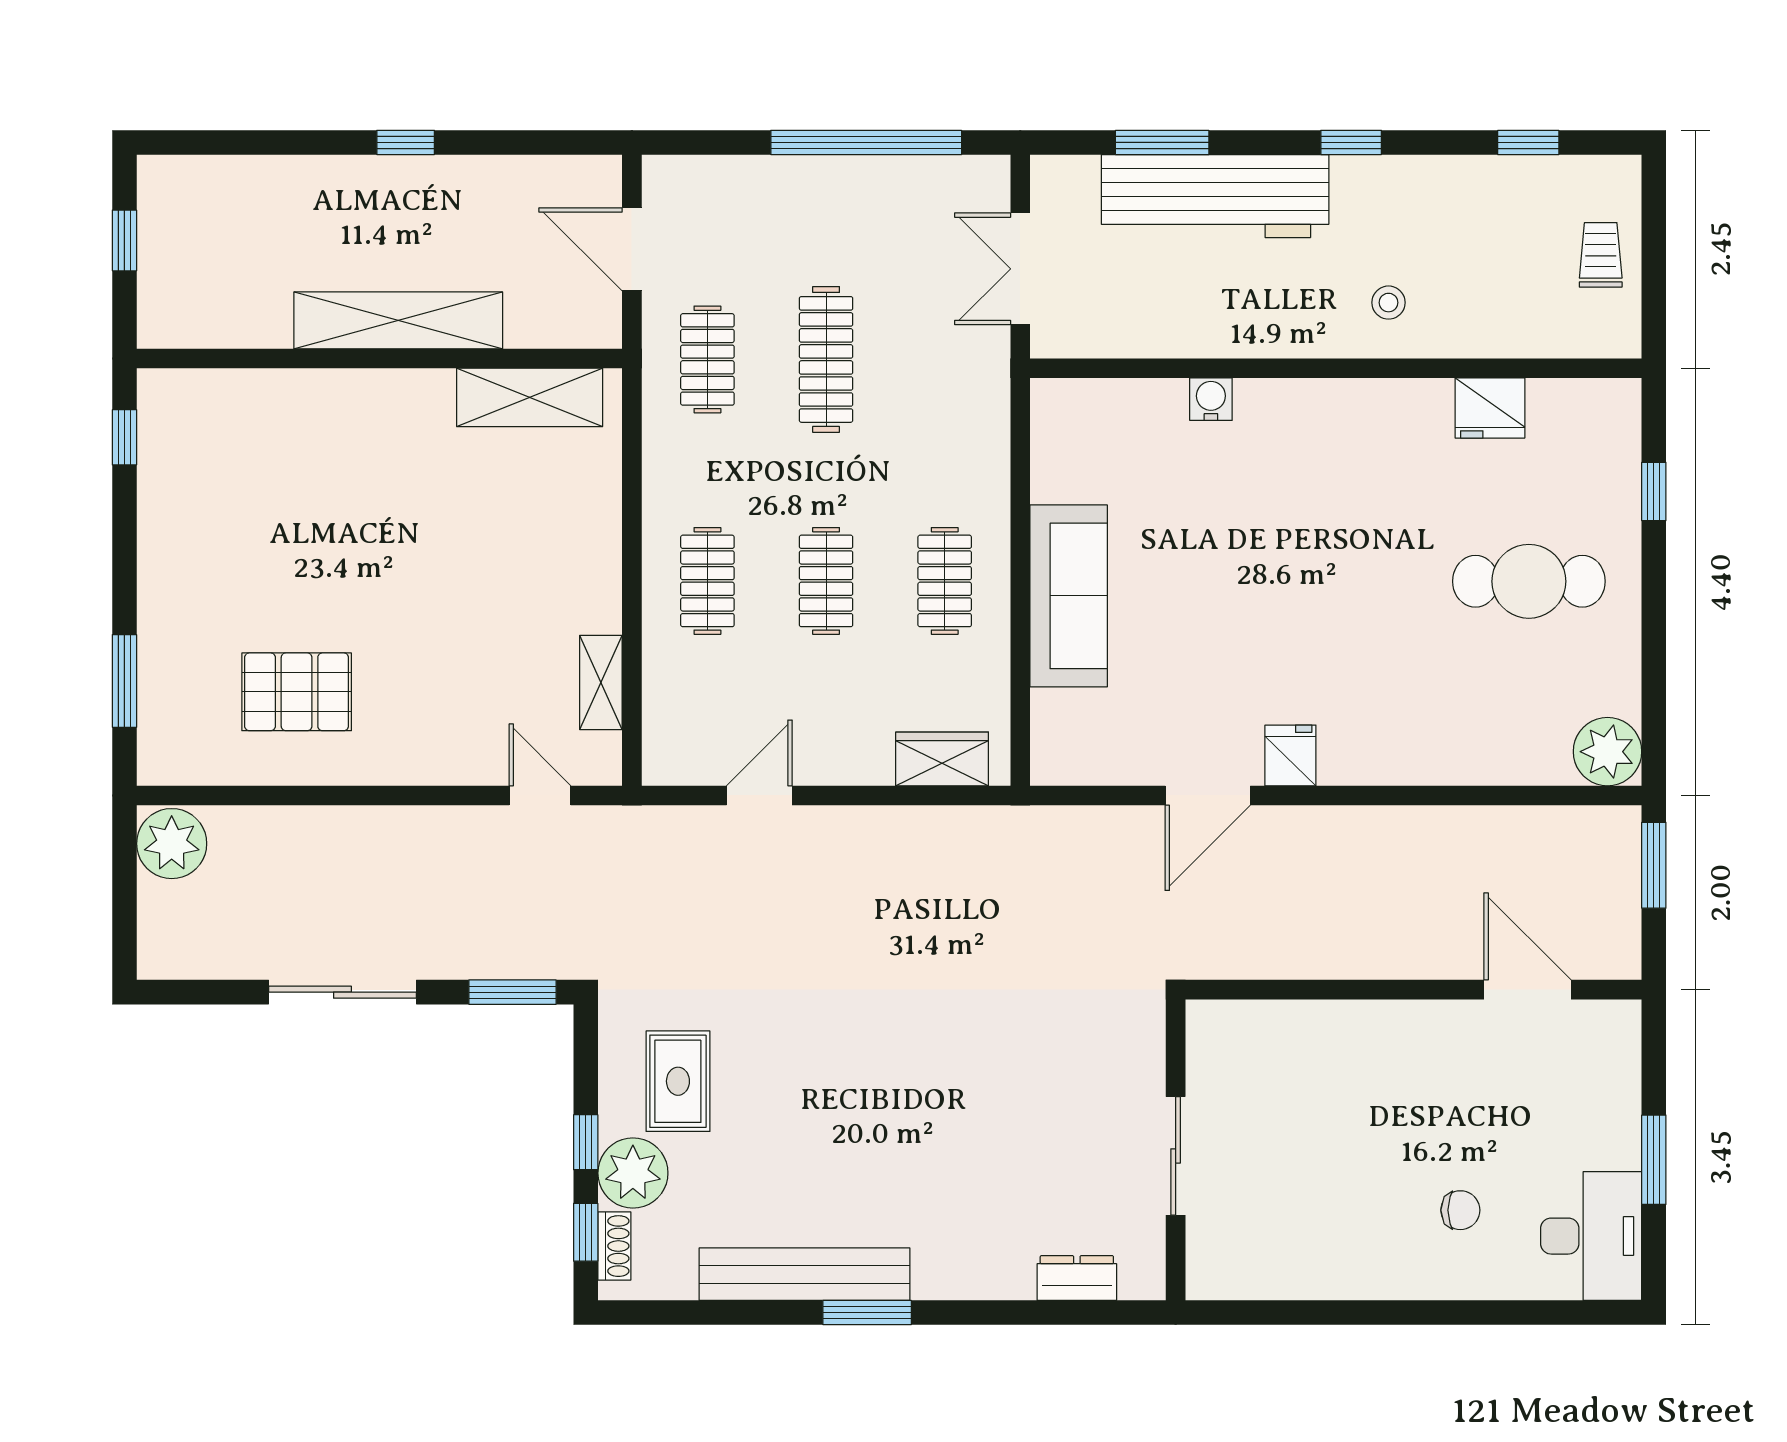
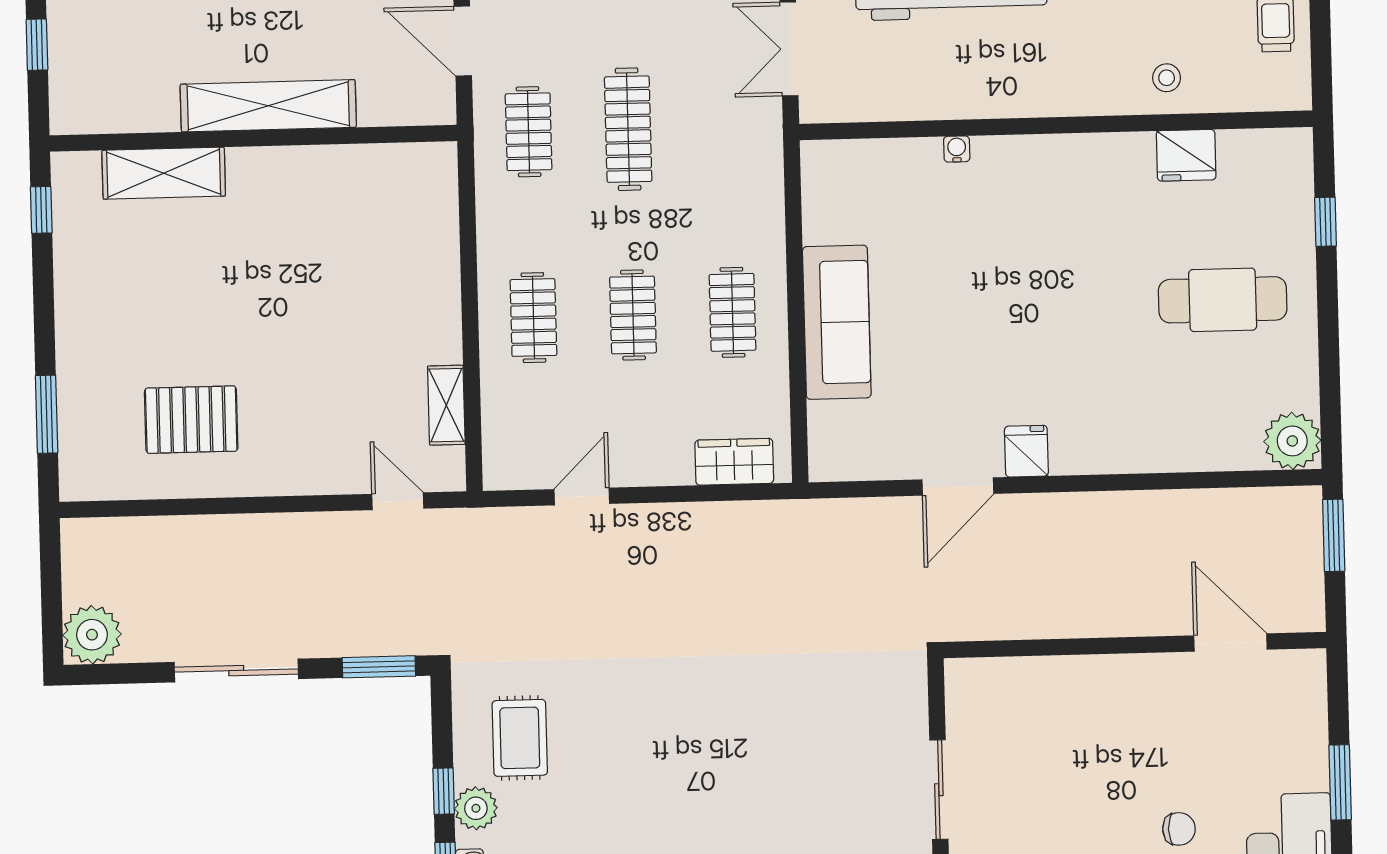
stool: (1389, 303) -> (1167, 78), moved
shelving: (530, 397) -> (164, 173), moved
water cooler: (1211, 399) -> (957, 149), width x0.72, depth x0.72
plant: (172, 844) -> (92, 635), moved
plant: (633, 1173) -> (476, 808), width x0.73, depth x0.73

